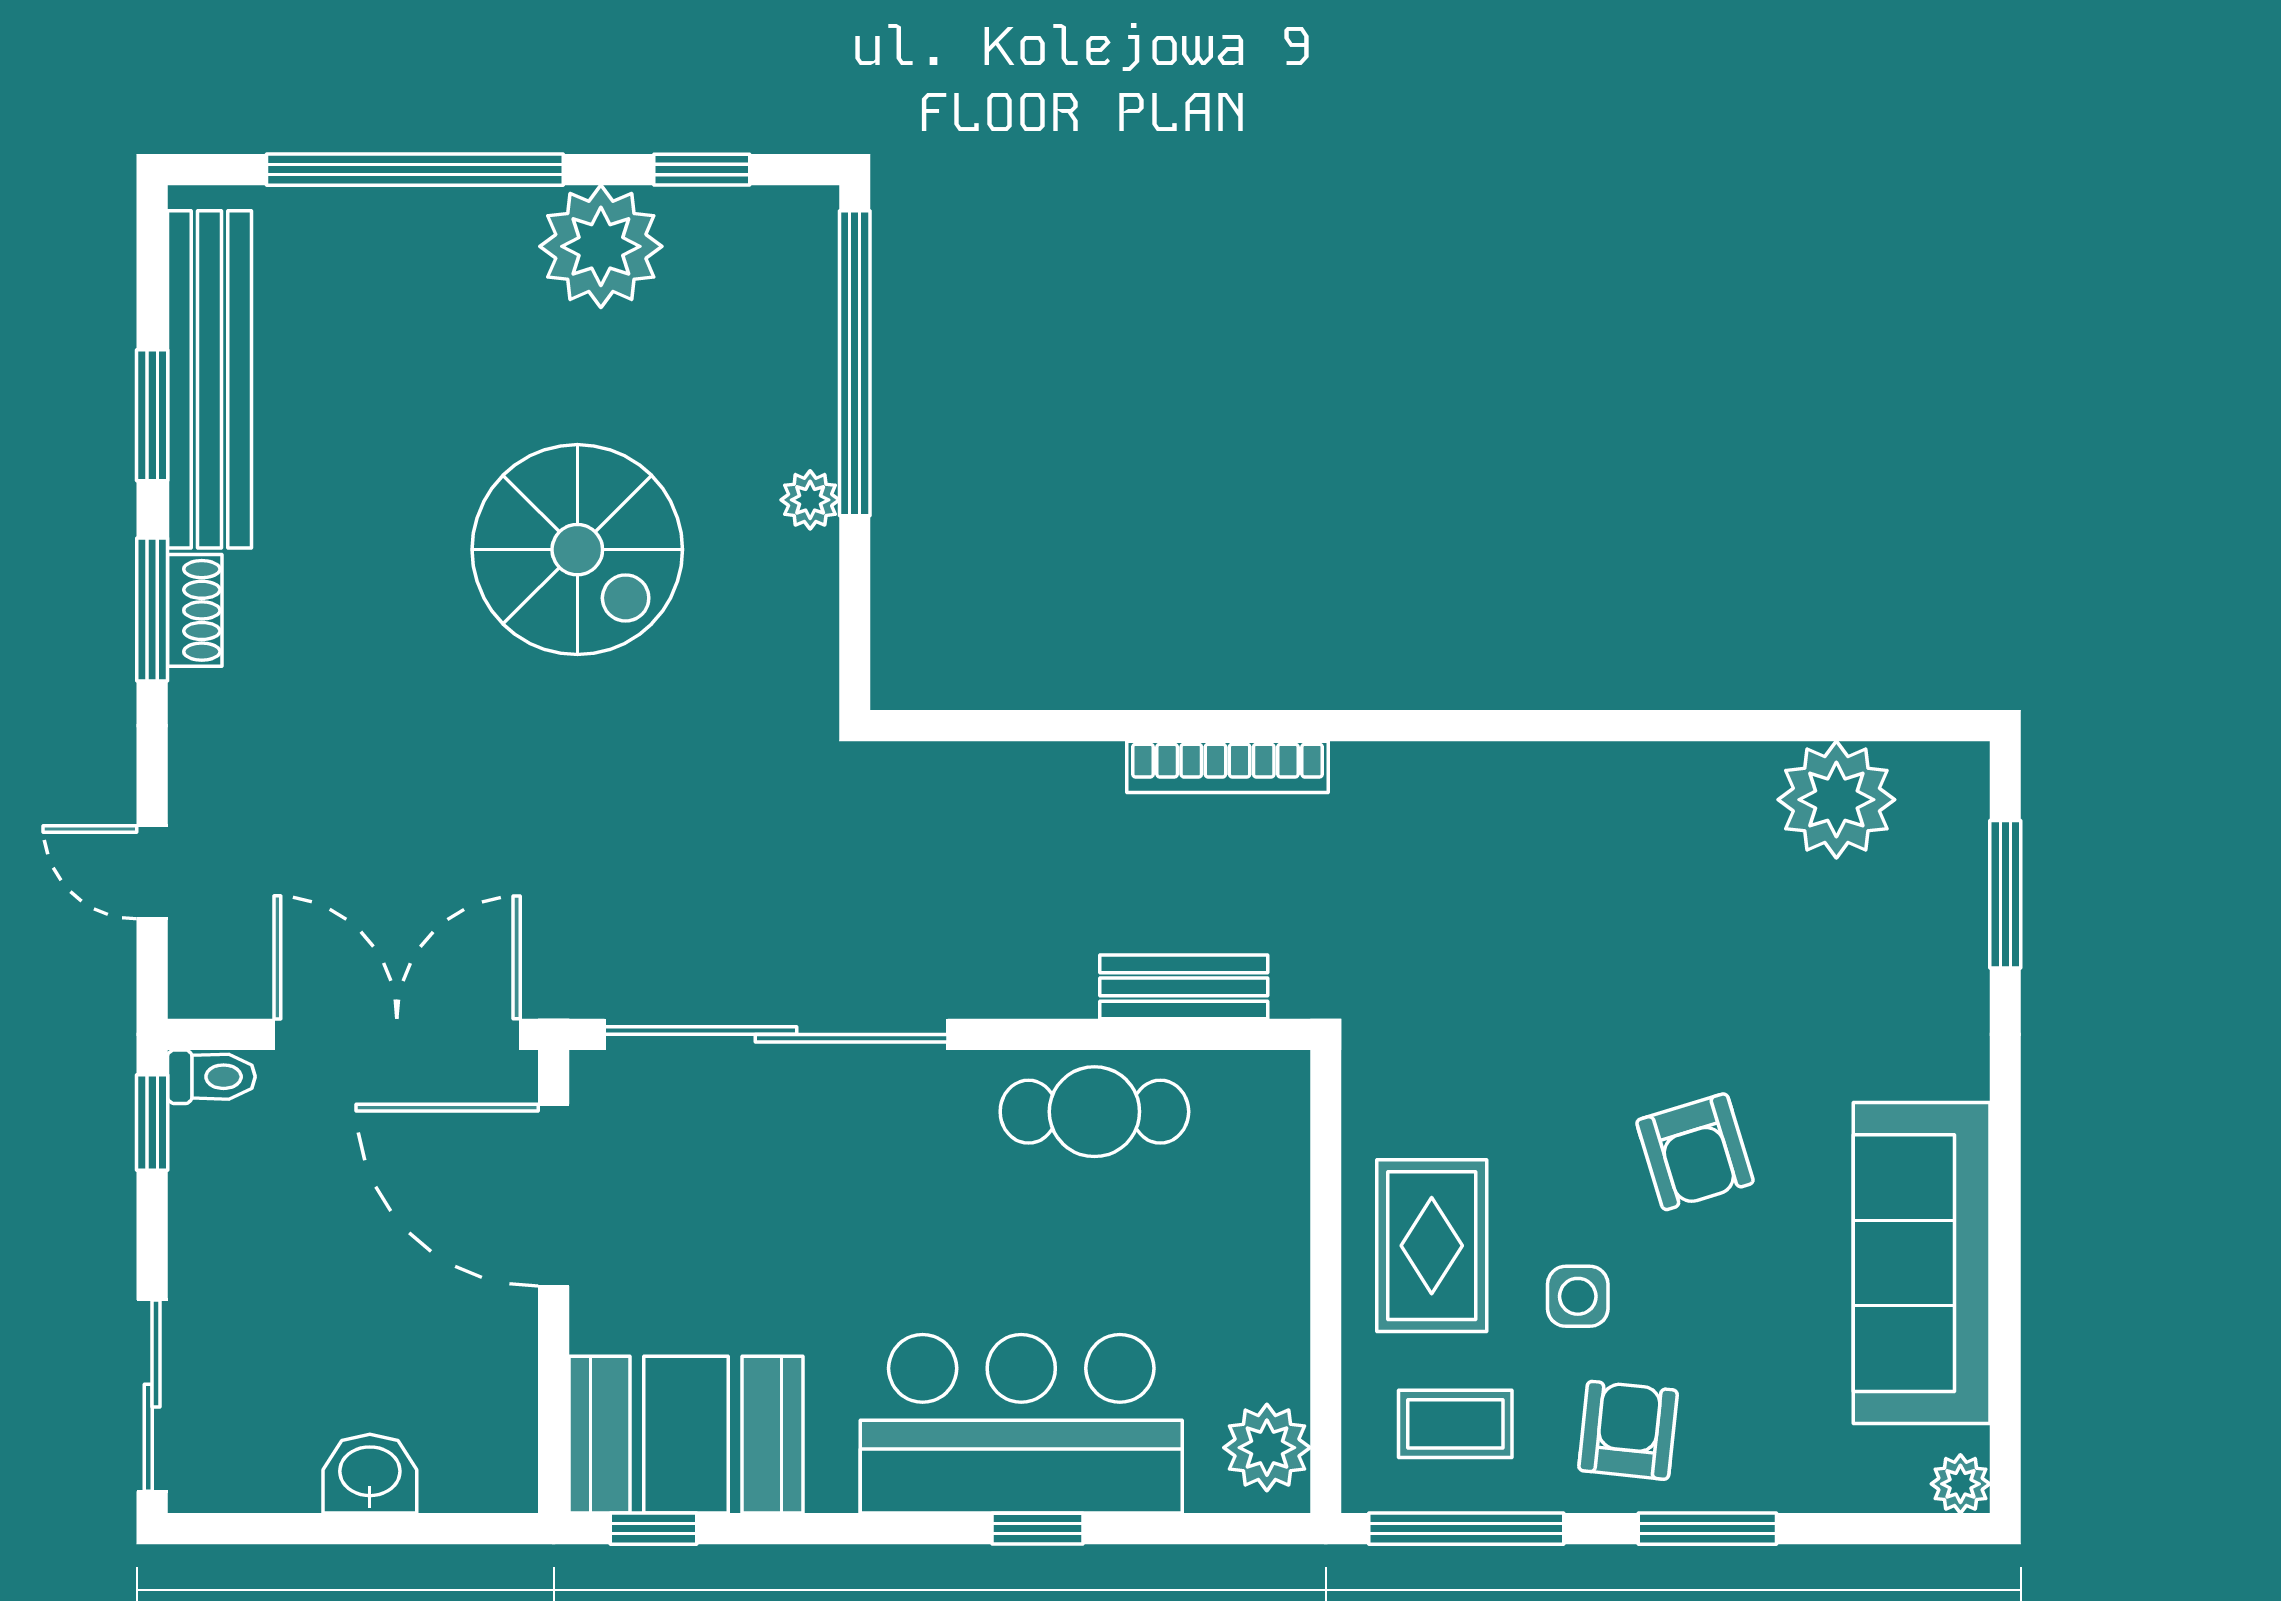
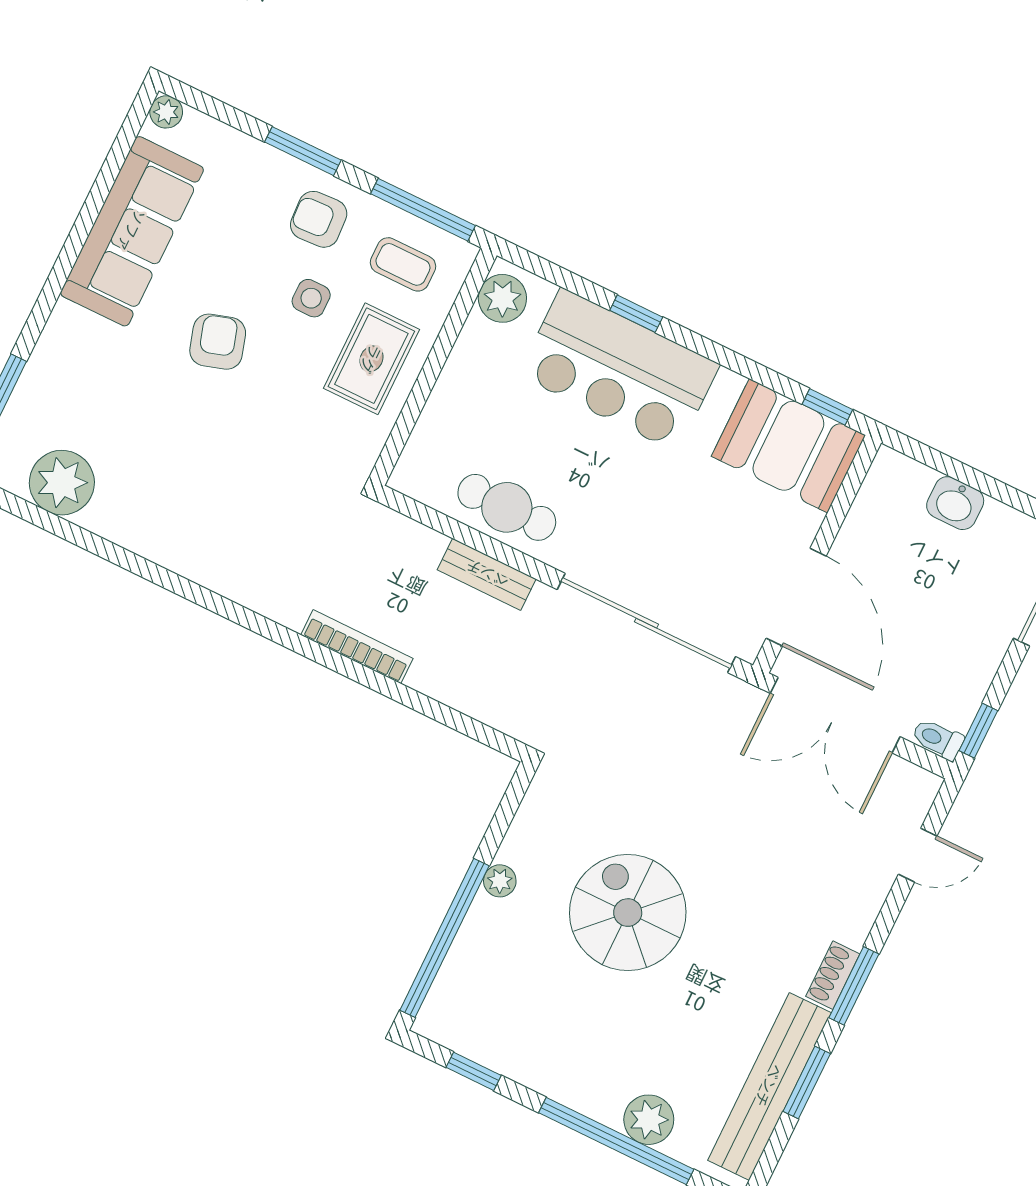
plant: (601, 246) -> (649, 1120), moved, width x0.73, depth x0.73
door: (152, 872) -> (918, 855), hinge flipped
bench: (1184, 987) -> (487, 574), moved
armchair: (1628, 1430) -> (319, 219), turned 81

